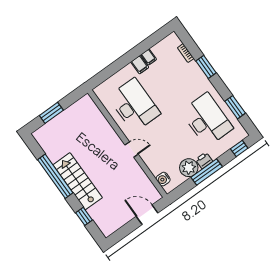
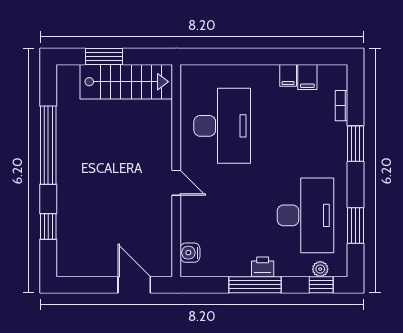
filing cabinet: (140, 65) -> (307, 77), moved
plant: (189, 168) -> (320, 269), moved, width x0.53, depth x0.53
stairs: (78, 181) -> (126, 82), moved, turned 90

